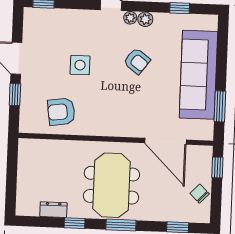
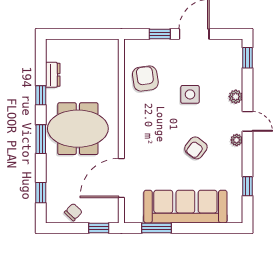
plant: (145, 19) -> (236, 97), moved

